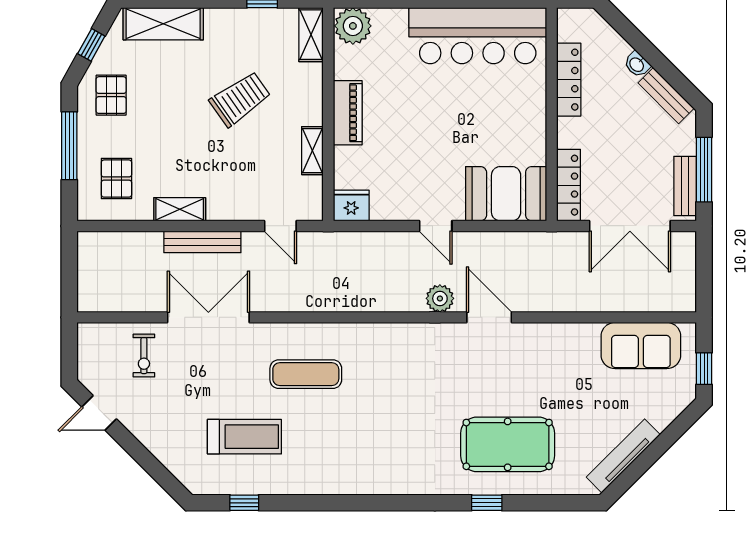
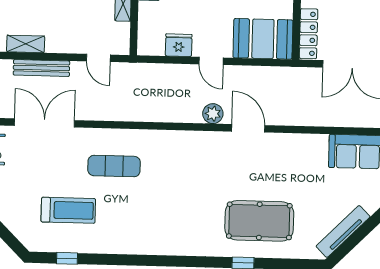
fridge: (351, 205) -> (179, 45), moved

